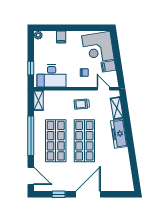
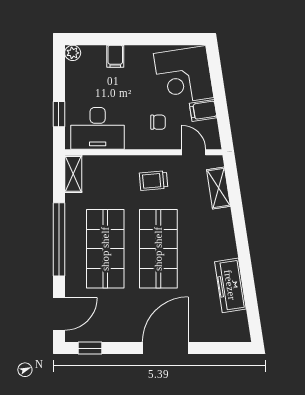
freezer: (119, 134) -> (230, 285), moved
door: (31, 176) -> (59, 314), hinge flipped
window: (59, 194) -> (90, 348), moved

